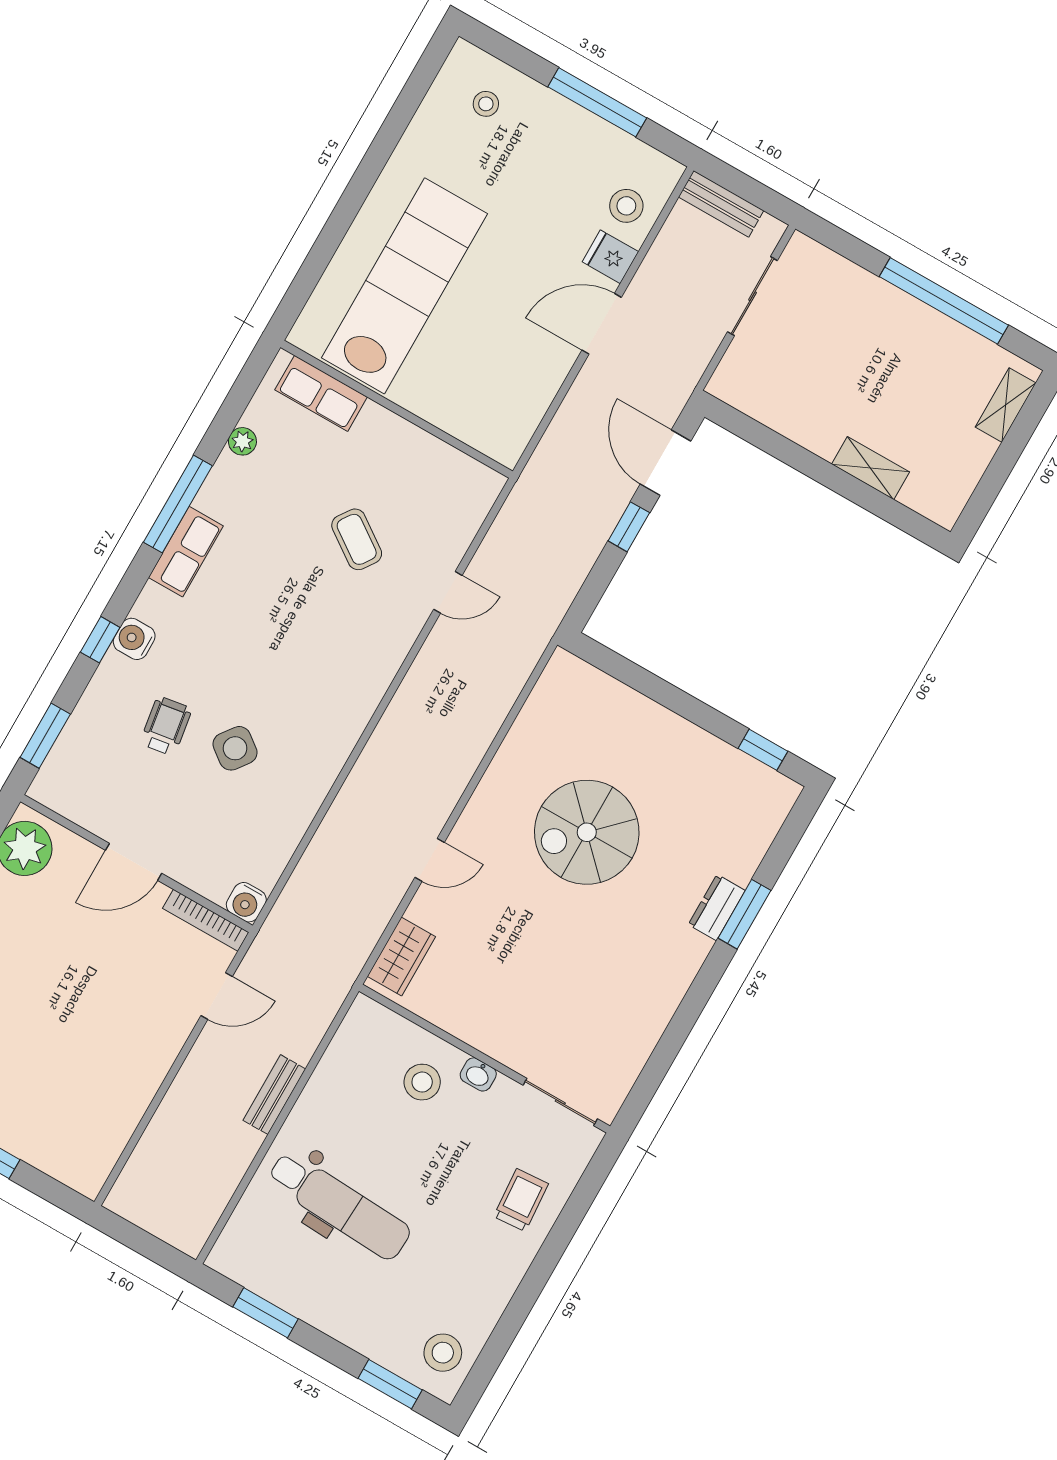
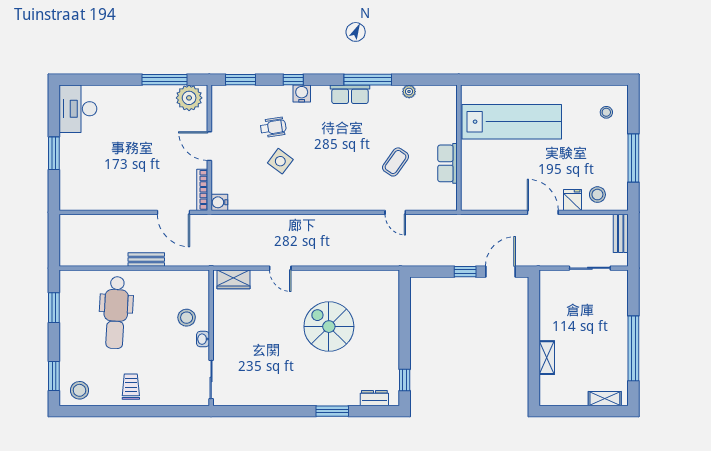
row of seats: (321, 393) -> (448, 163), moved
dresser: (717, 907) -> (374, 398), moved
door: (217, 996) -> (173, 212), width x1.38
trolley: (521, 1200) -> (131, 387), moved, turned -86

